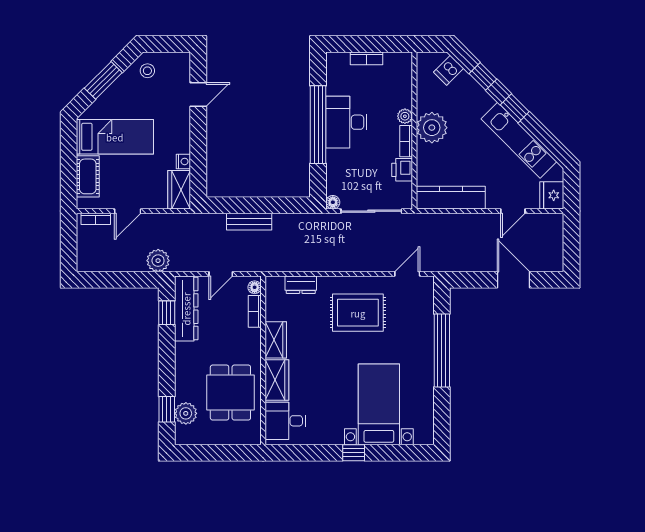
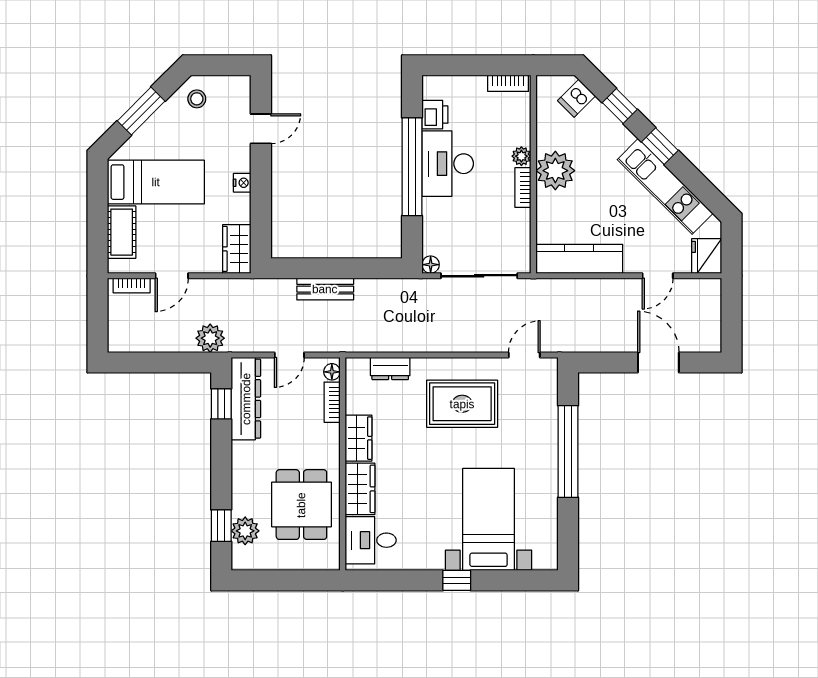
bookcase: (367, 58) -> (508, 83), moved
nightstand: (183, 161) -> (242, 183), moved
printer: (402, 170) -> (435, 115), moved, turned 180

